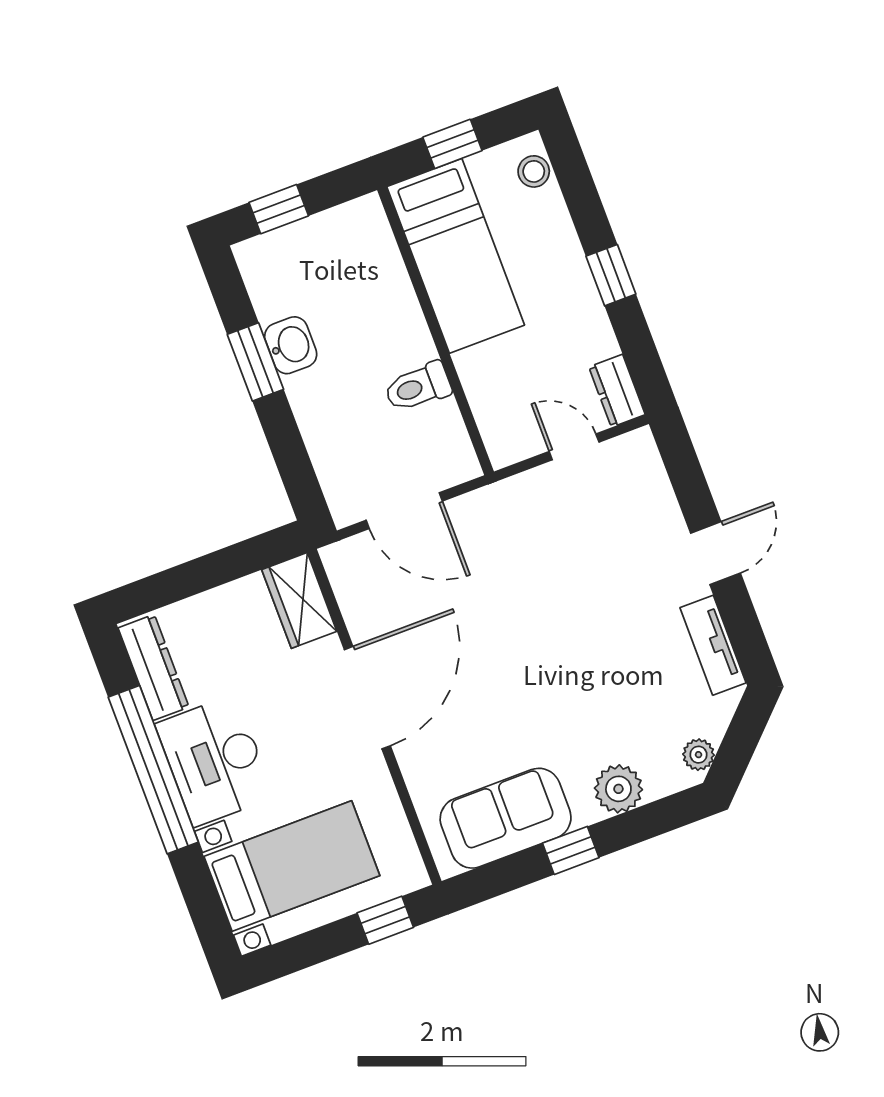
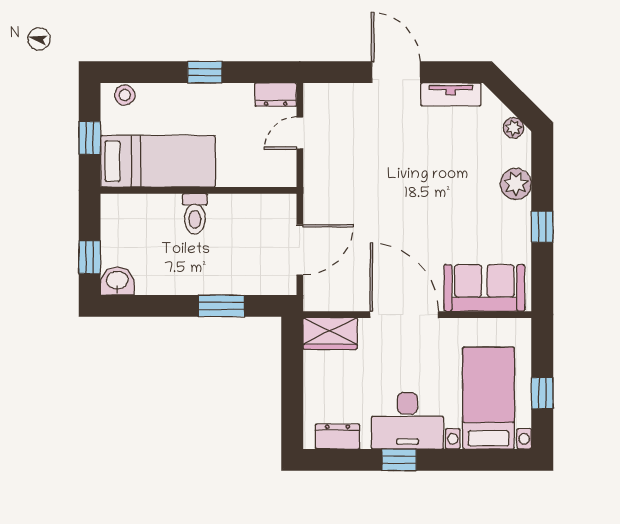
washbasin: (291, 345) -> (117, 281), moved
window: (255, 362) -> (221, 306), moved
toilet: (418, 387) -> (195, 214), moved
door: (715, 553) -> (396, 72), width x1.38
dresser: (154, 667) -> (337, 437), width x0.70
window: (153, 770) -> (399, 460), width x0.32
sofa: (506, 818) -> (484, 288), moved, turned 90
window: (385, 920) -> (542, 393), moved

